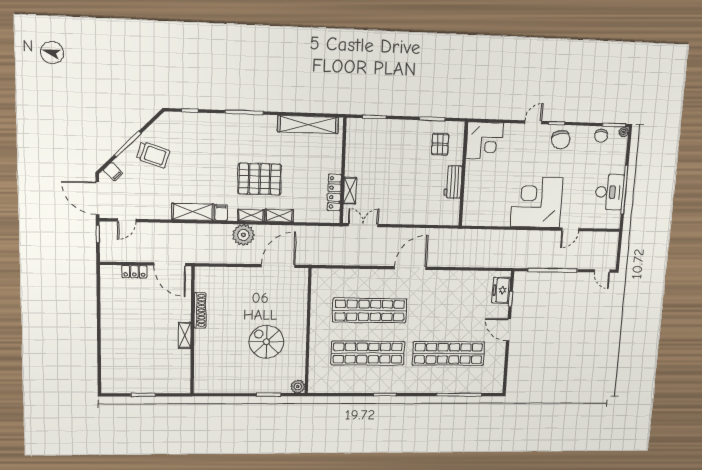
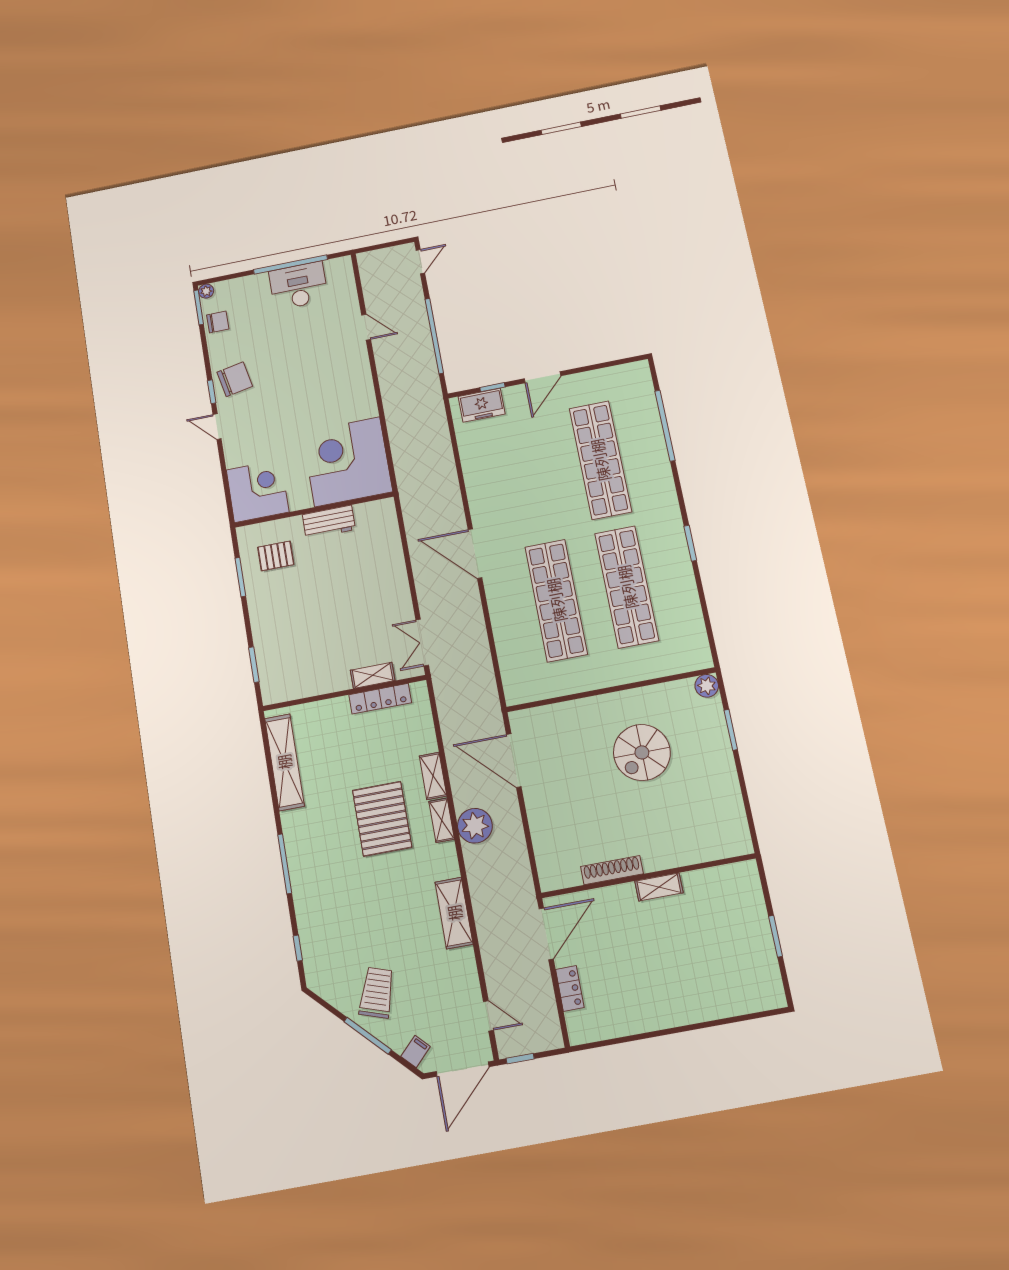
corner desk: (537, 202) -> (347, 462), moved, turned 90
filing cabinet: (221, 213) -> (446, 868), removed

